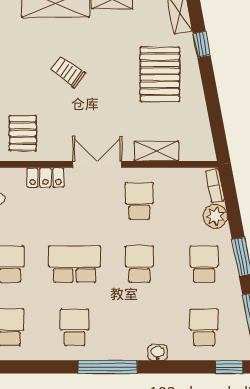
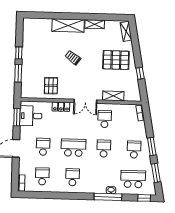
window: (202, 44) -> (140, 73), moved
pallet: (160, 74) -> (116, 60), turned 90
double door: (97, 164) -> (85, 101), swing flipped
plant: (215, 216) -> (140, 127), removed
school desk: (204, 327) -> (133, 179), width x1.85
window: (108, 367) -> (108, 197), moved

